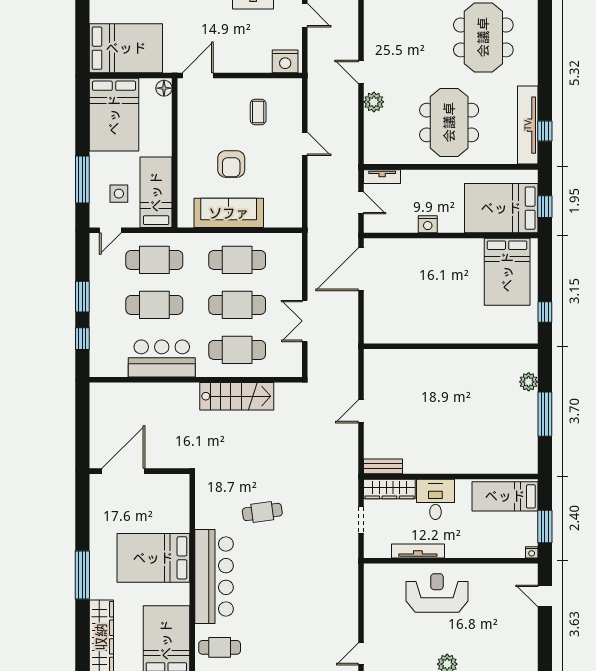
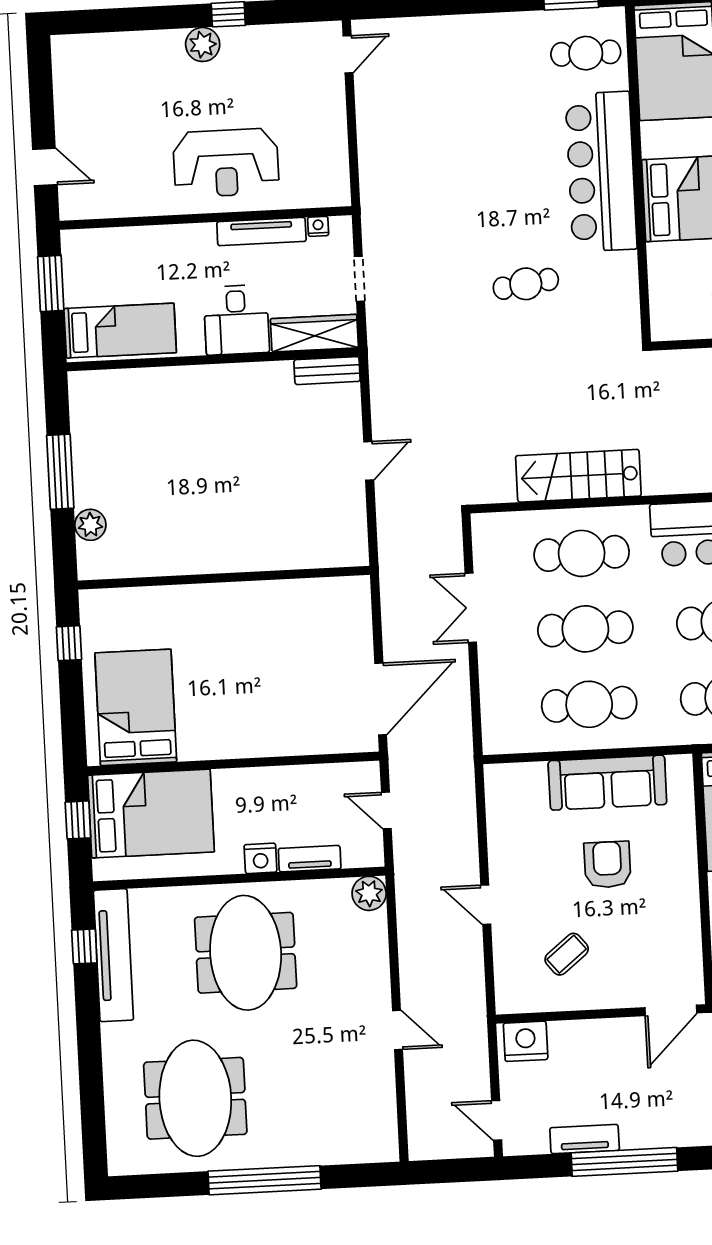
plant: (374, 102) -> (369, 893), moved
coffee table: (258, 112) -> (567, 954), turned 51
tv unit: (382, 177) -> (310, 859), moved
nightstand: (428, 224) -> (261, 858), moved, turned 180
double door: (305, 321) -> (471, 608), swing flipped
nightstand: (532, 552) -> (318, 226), moved

